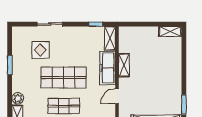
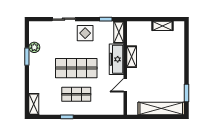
shelving: (170, 31) -> (162, 26), moved
display table: (41, 50) -> (85, 33), moved
plant: (18, 98) -> (34, 47), moved

